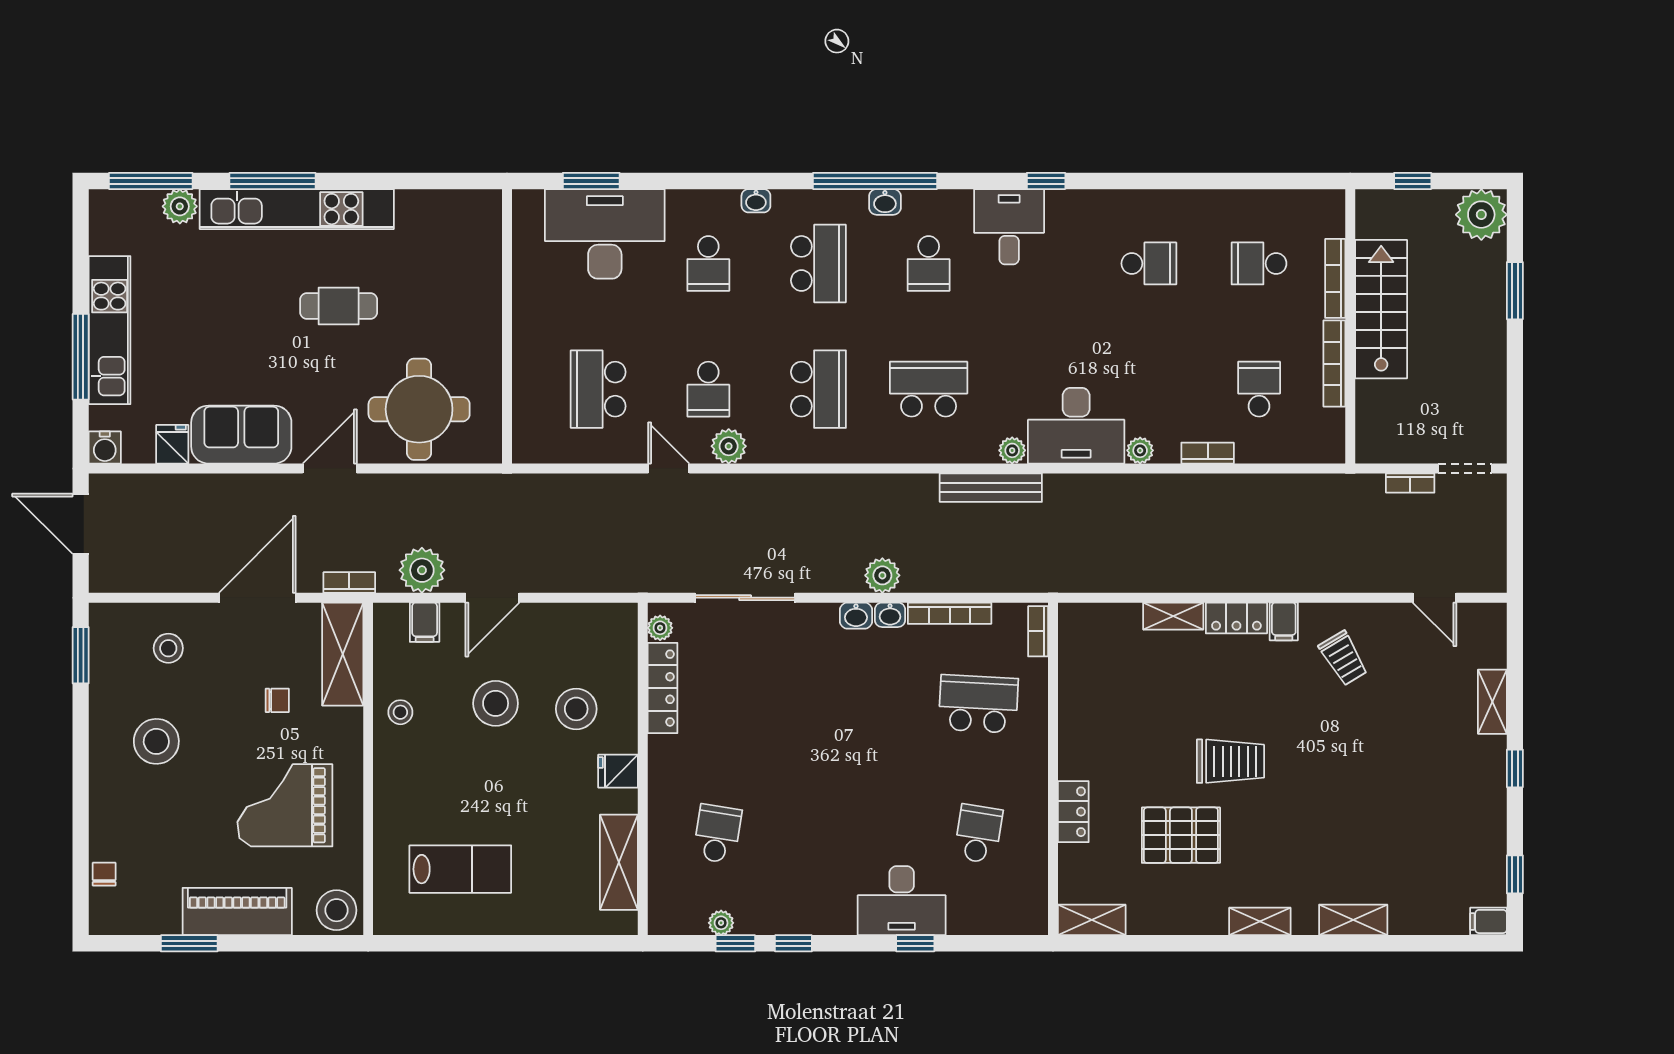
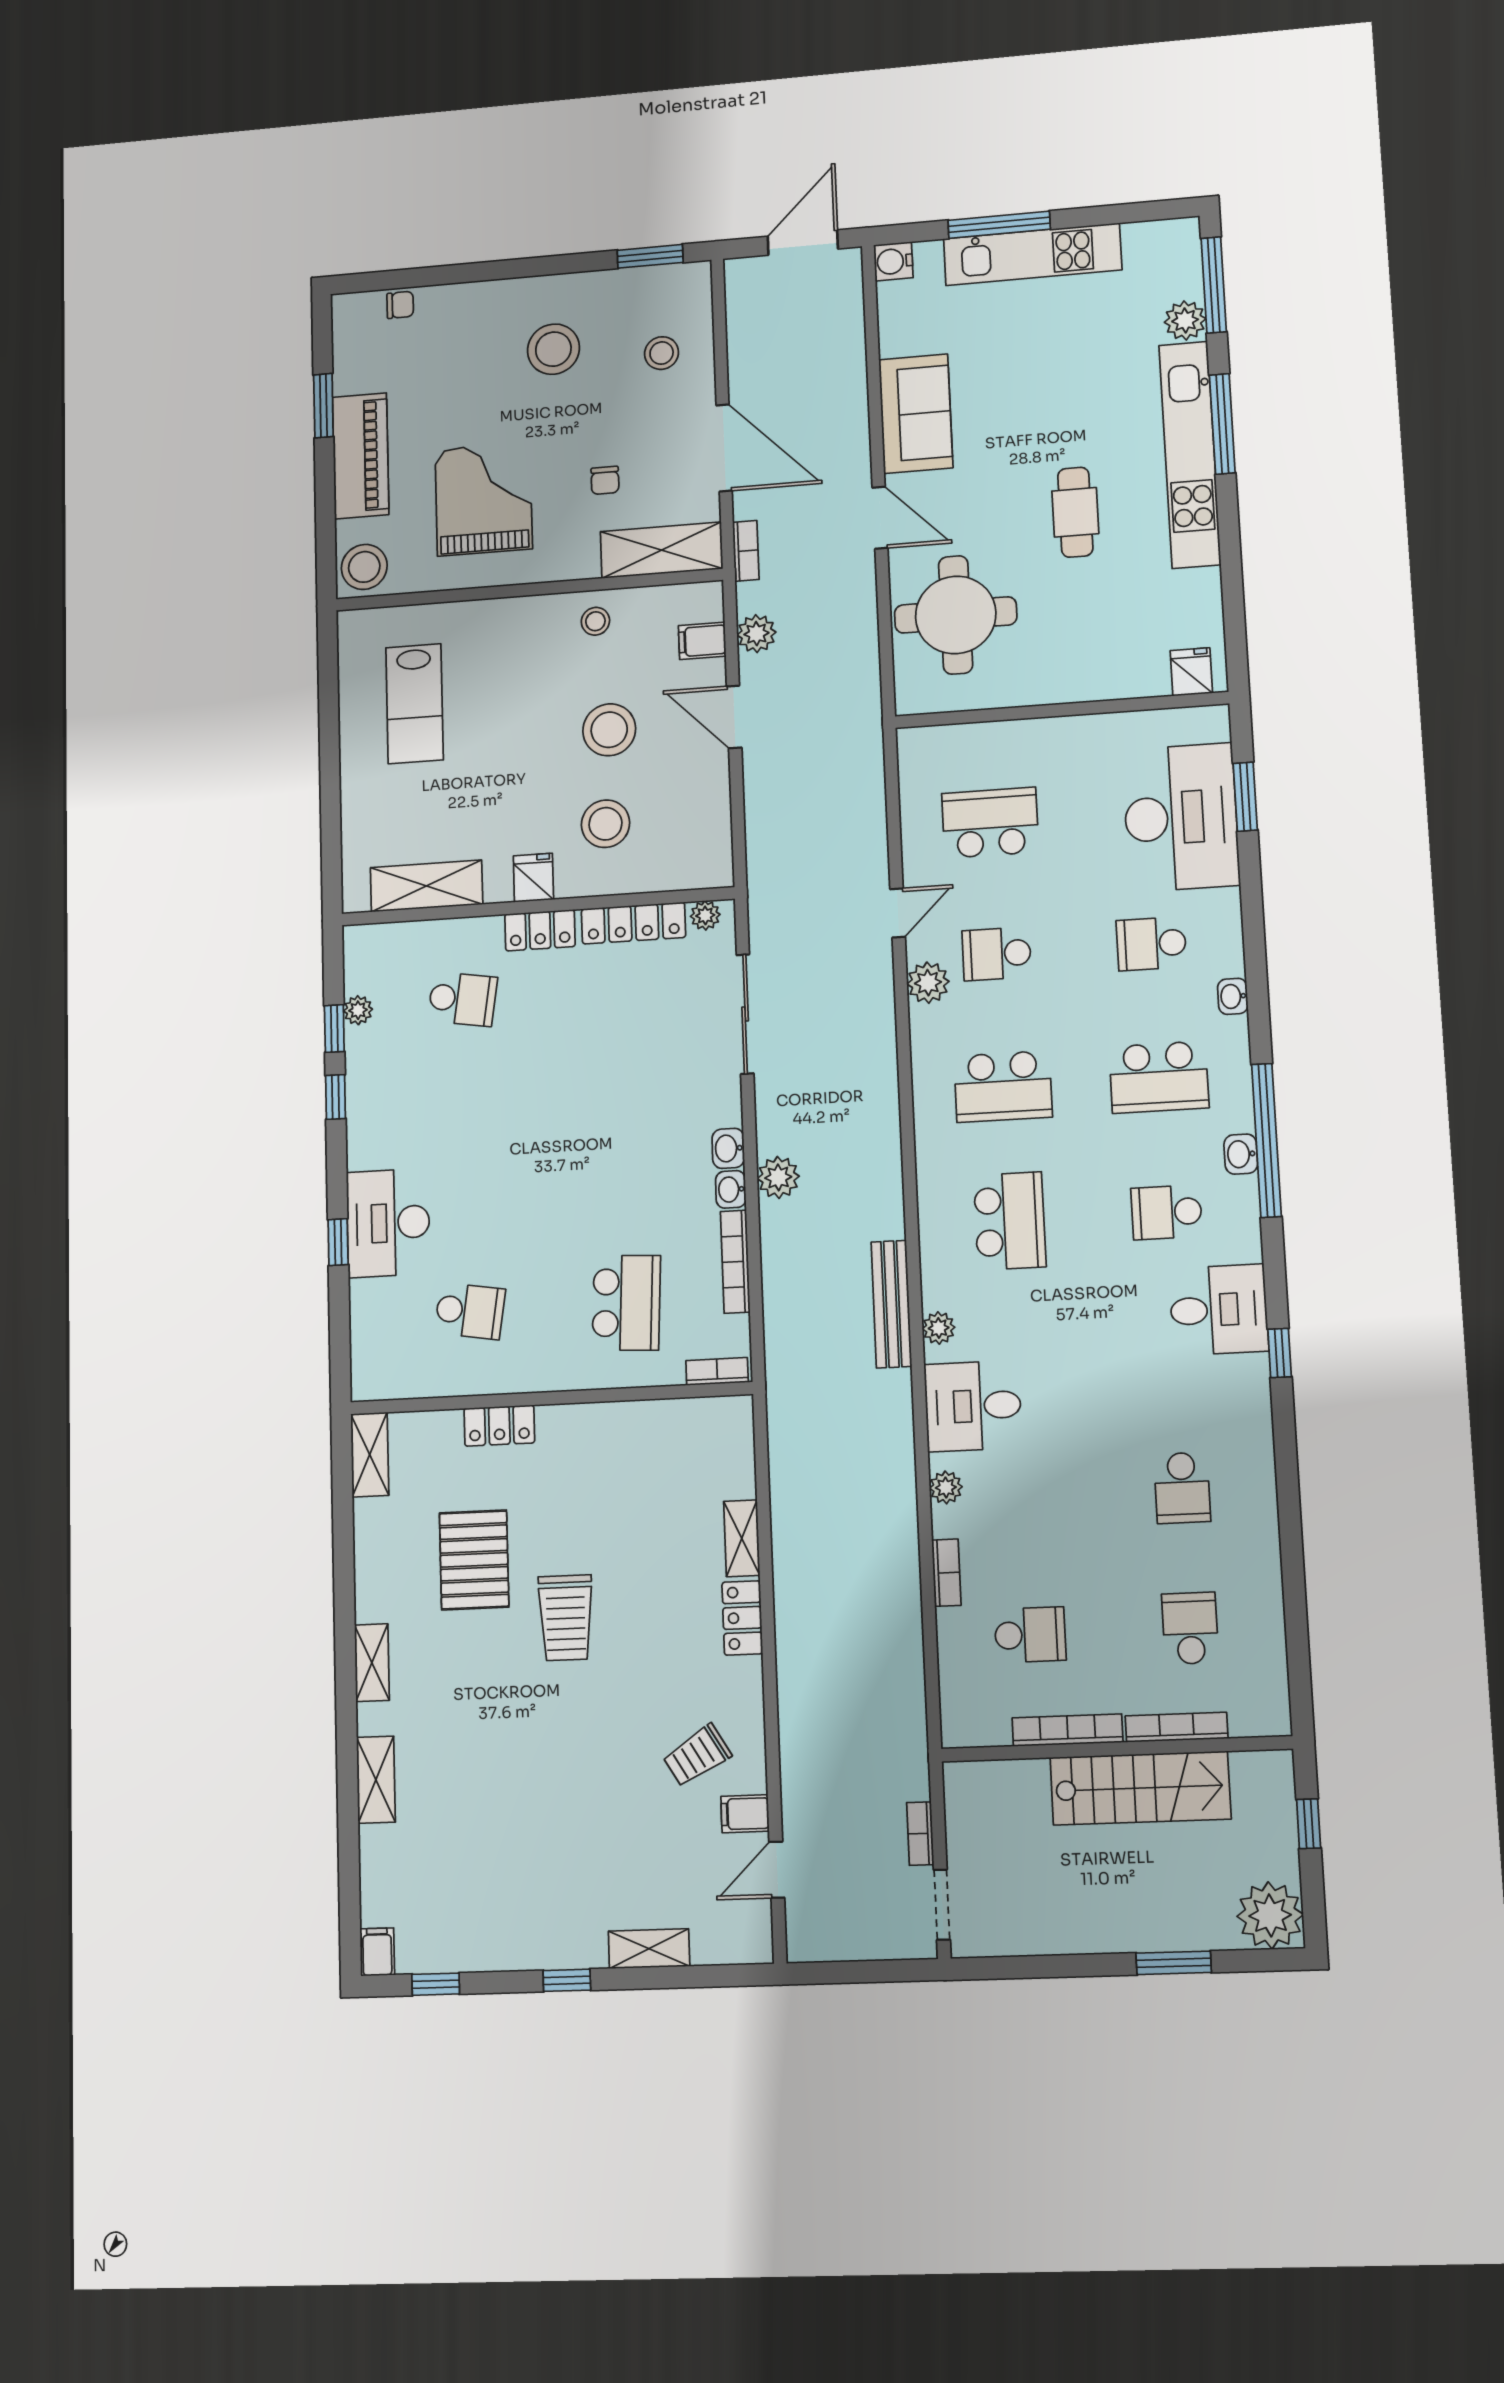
desk: (1076, 426) -> (973, 1406), width x0.73
fridge: (172, 444) -> (1191, 672), moved, turned -90
plant: (422, 570) -> (756, 634), width x0.73, depth x0.73
filing cabinet: (1284, 621) -> (745, 1814), moved
locker: (663, 767) -> (540, 930), added

